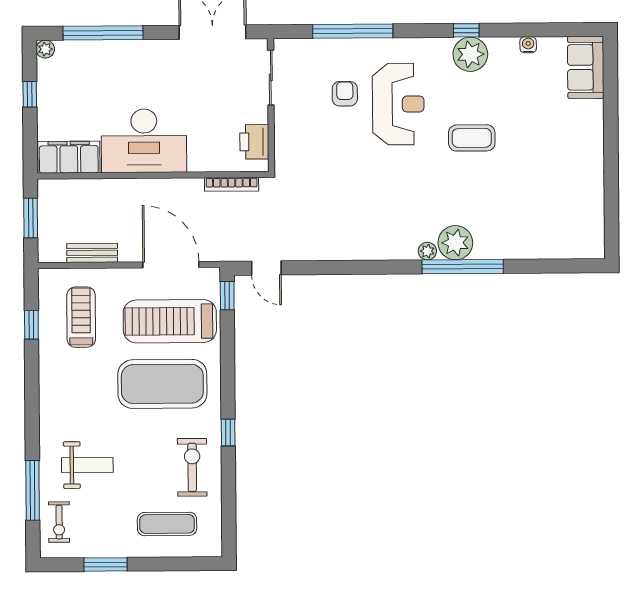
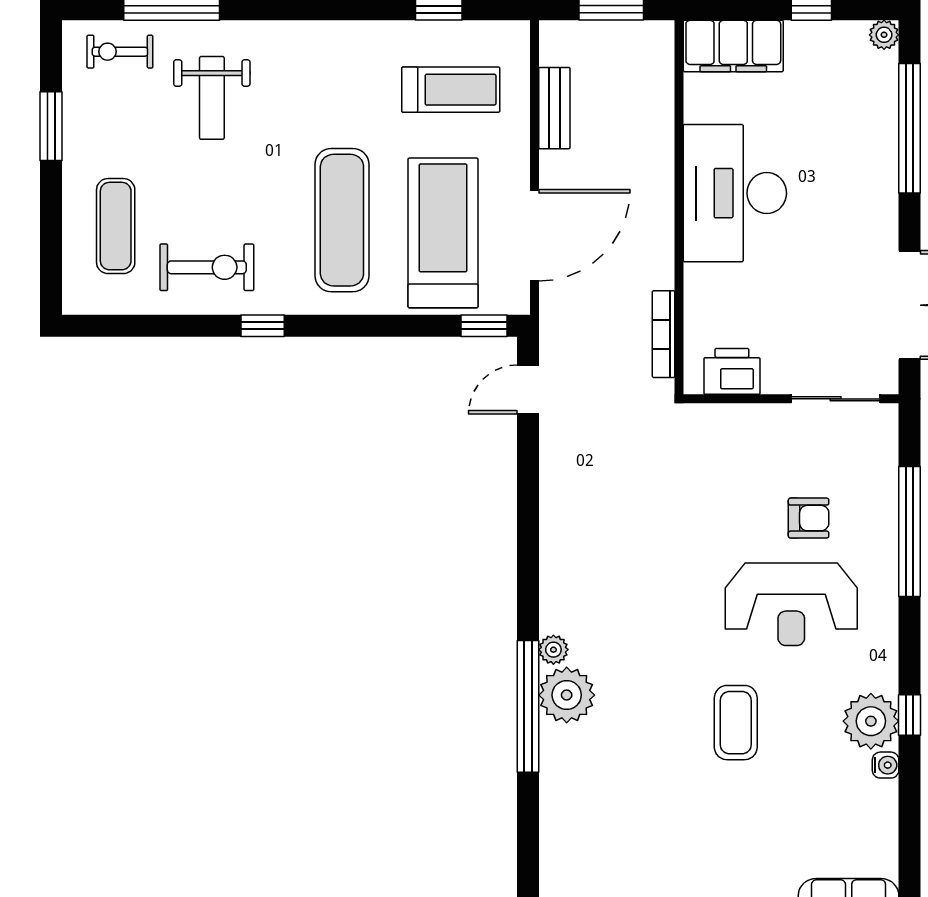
water cooler: (528, 45) -> (886, 765), moved
filing cabinet: (69, 157) -> (733, 46), moved, turned 90
exercise mat: (162, 384) -> (342, 220), width x0.68

